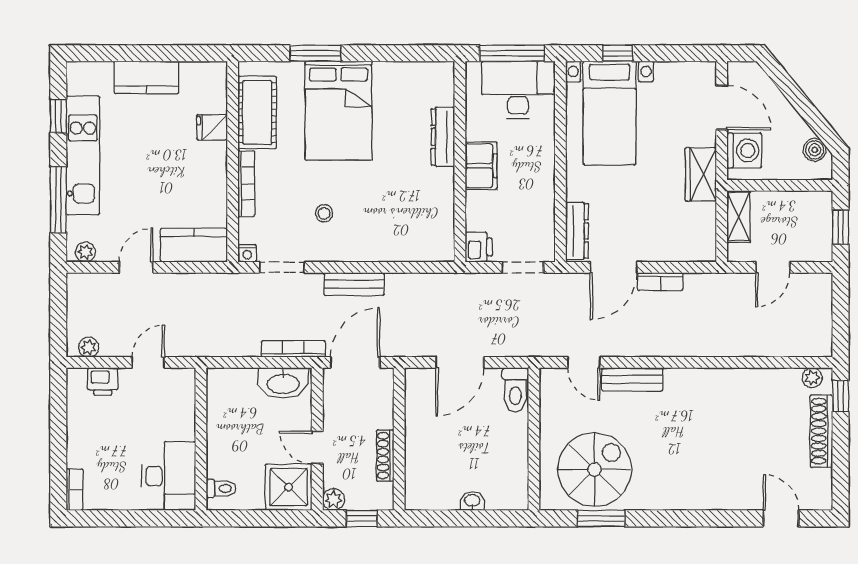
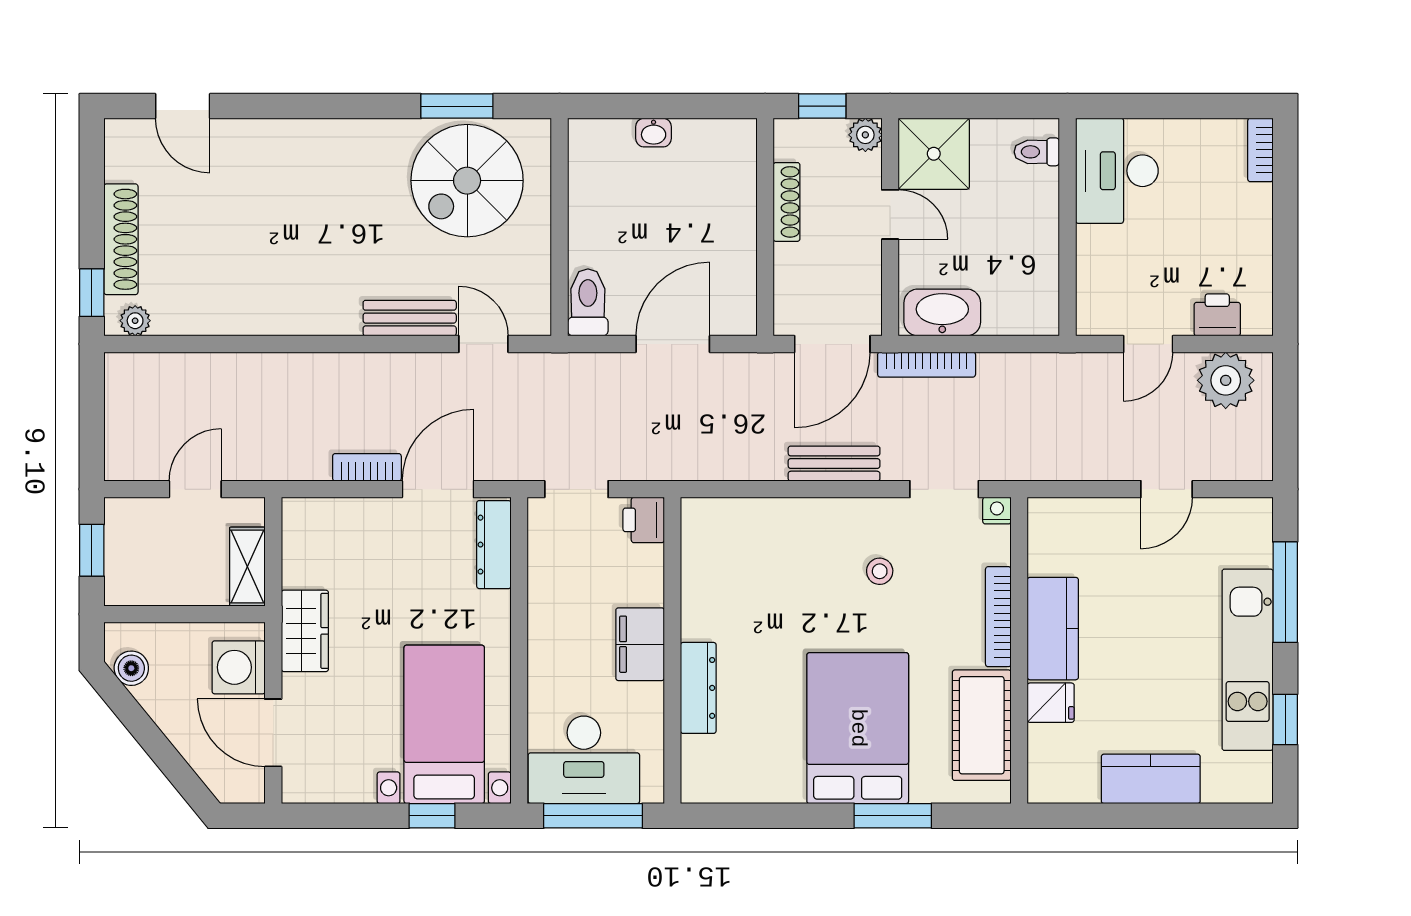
kitchen counter: (194, 245) -> (1053, 629), moved, turned -90
plant: (86, 252) -> (1244, 512), removed
plant: (89, 347) -> (1226, 380), width x1.88, depth x1.88

